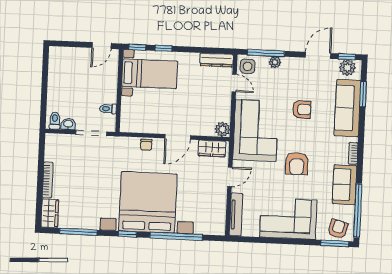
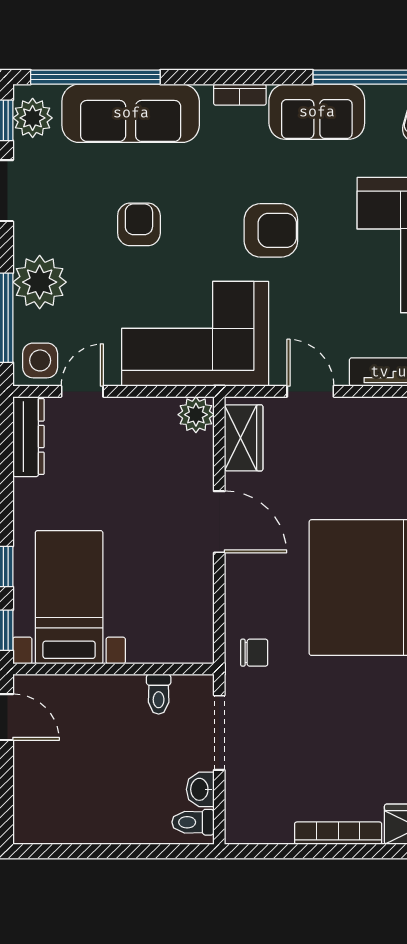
plant: (275, 62) -> (40, 282), width x1.88, depth x1.88
window: (363, 94) -> (95, 77), width x2.11
chair: (146, 145) -> (254, 653), moved

